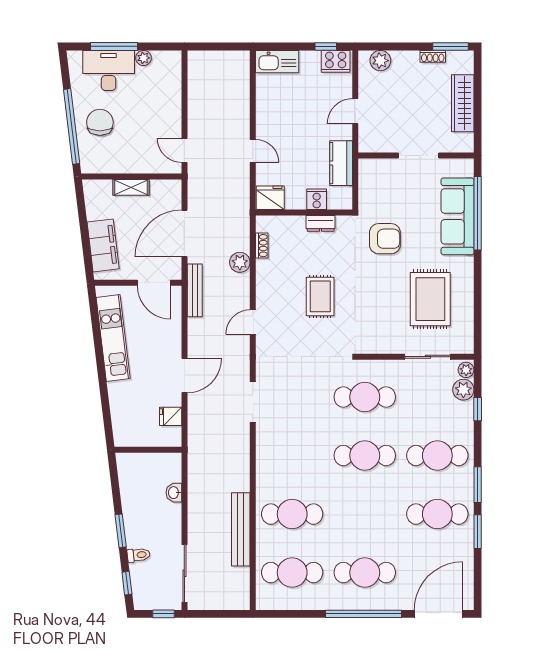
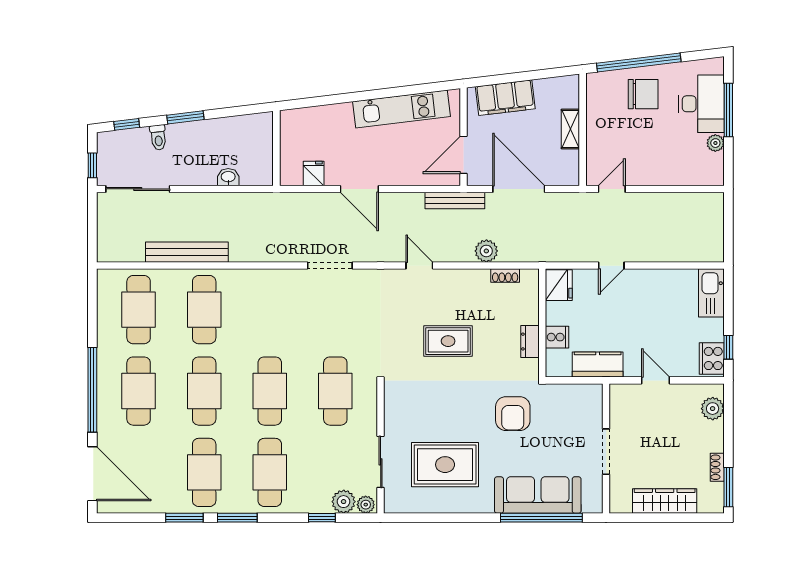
cafe table: (365, 514) -> (204, 391), added

